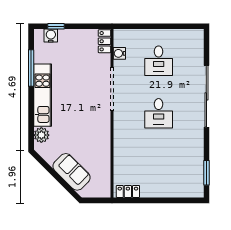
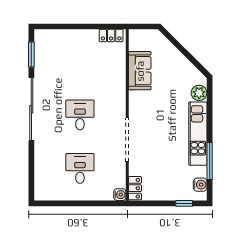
water cooler: (51, 36) -> (200, 185), moved, turned -90
water cooler: (119, 53) -> (120, 195), moved
sliding door: (206, 96) -> (31, 109), moved
sofa: (71, 172) -> (140, 71), moved, turned -135

